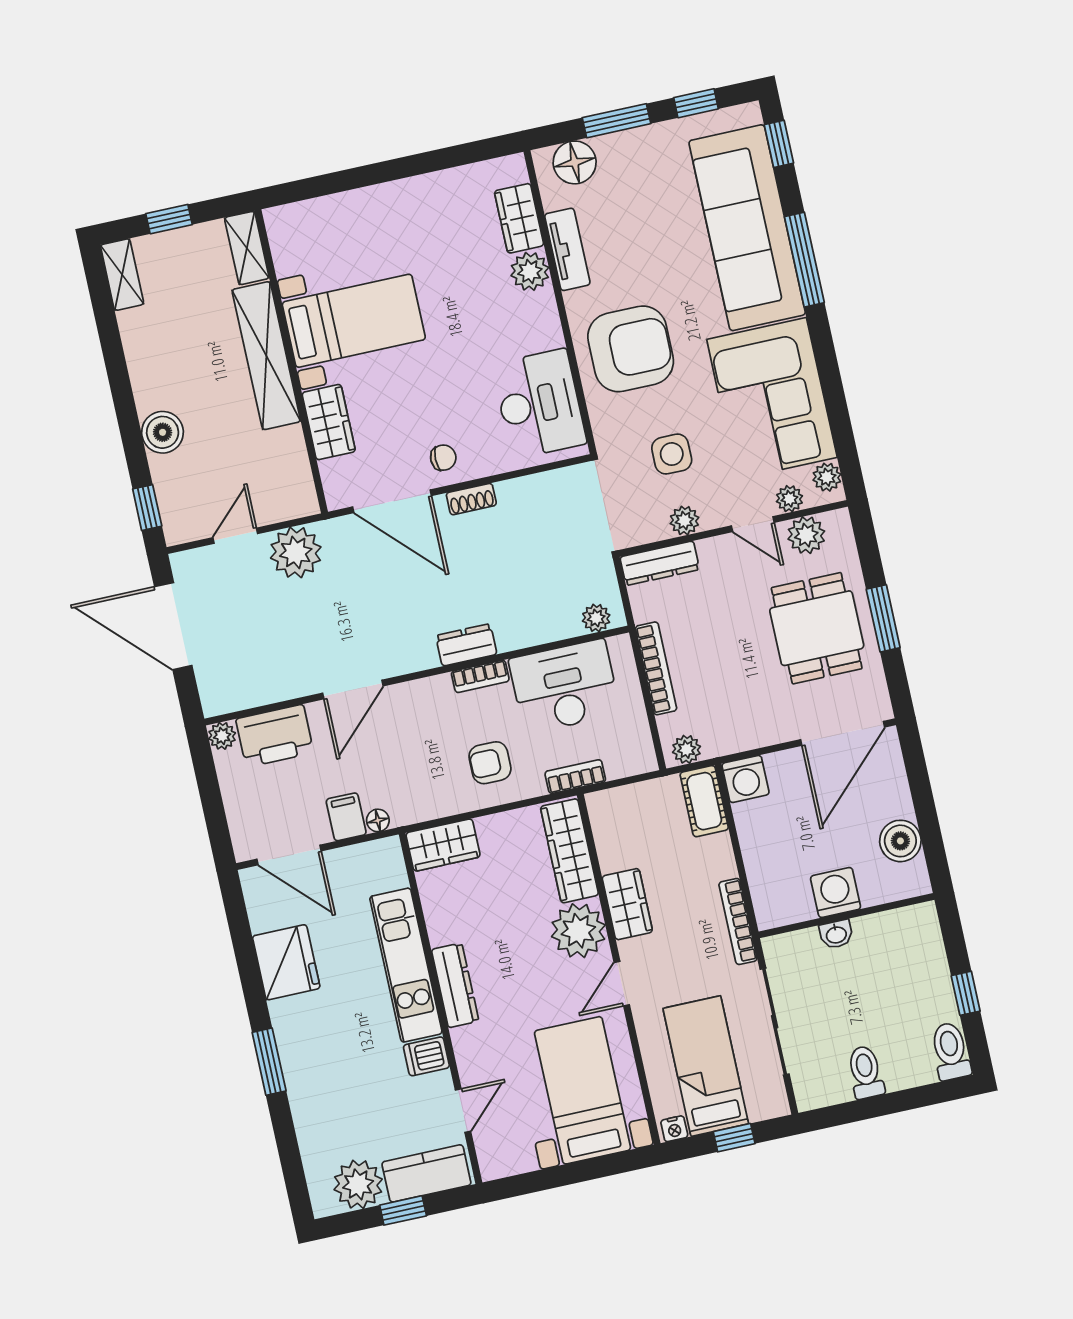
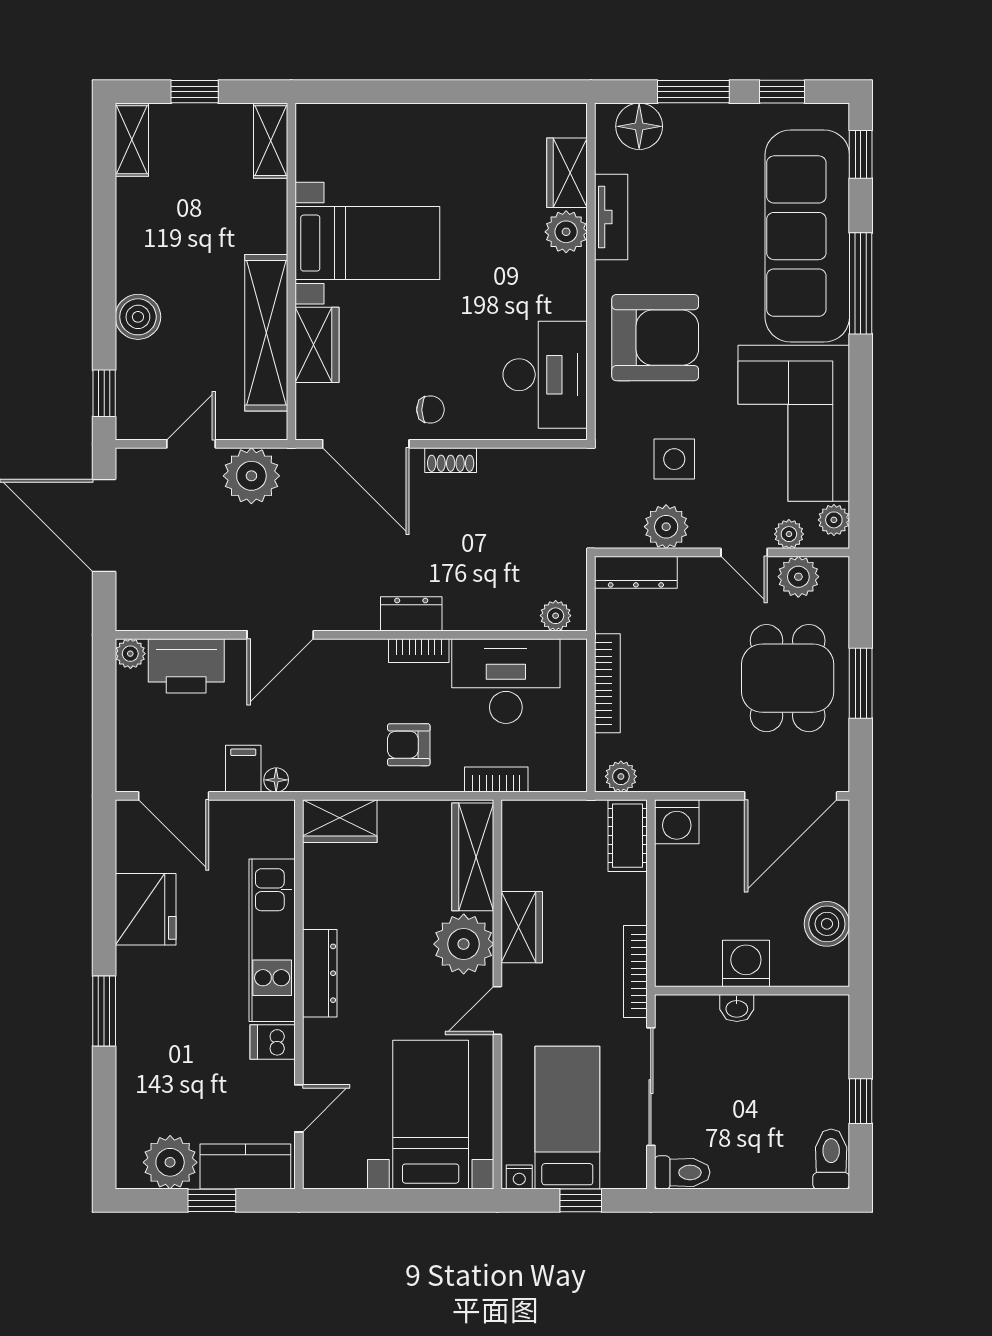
shelving: (266, 356) -> (266, 333), moved
plant: (684, 521) -> (666, 527), width x1.38, depth x1.38
toilet: (866, 1072) -> (682, 1172), moved, turned 90

